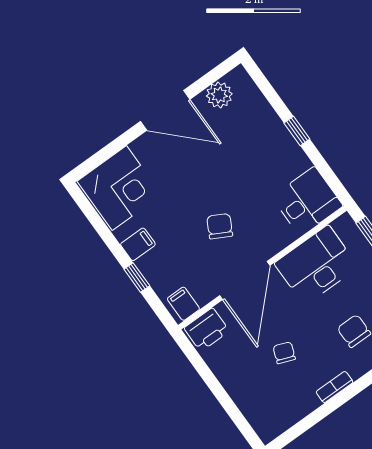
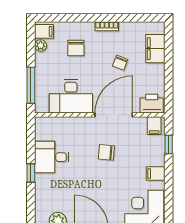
desk: (307, 201) -> (52, 157), moved
chair: (220, 226) -> (106, 152), turned 67
window: (137, 278) -> (169, 145), moved
filing cabinet: (252, 403) -> (155, 49), added

